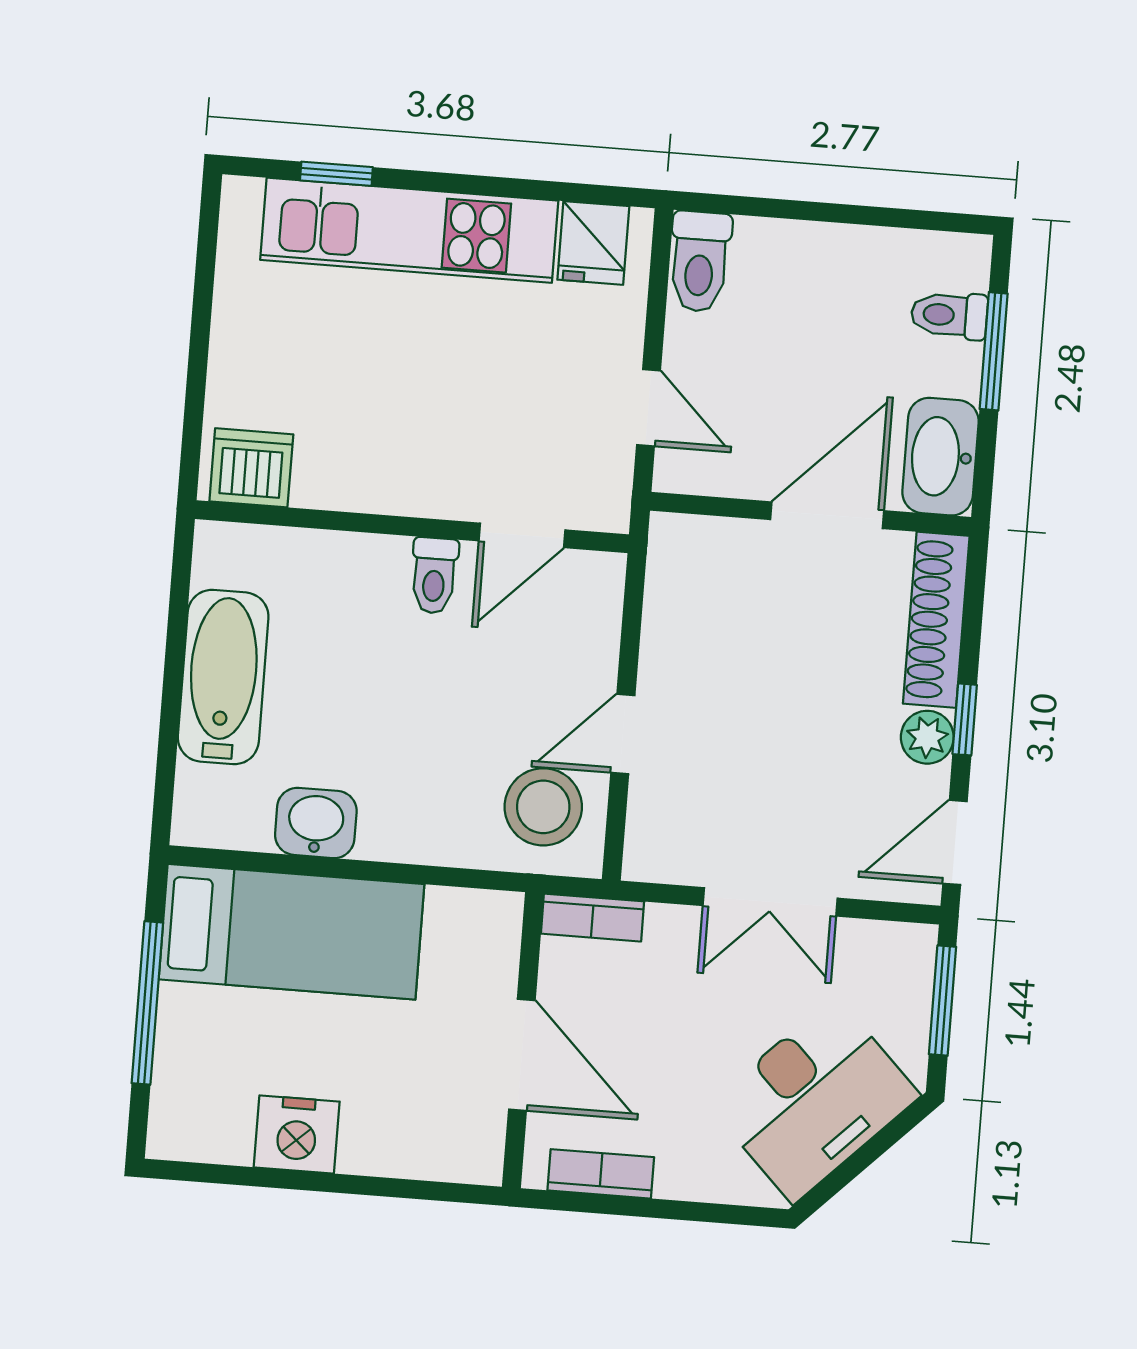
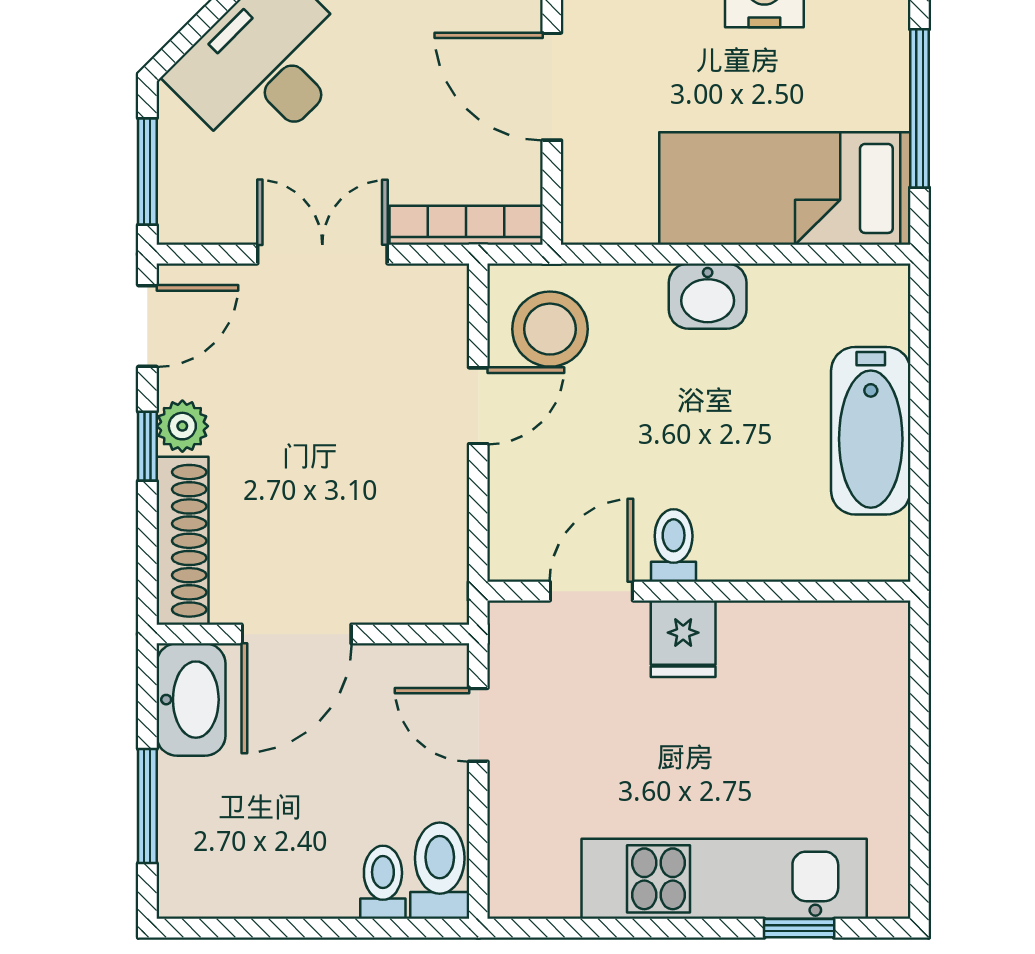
fridge: (593, 243) -> (683, 639), moved, turned 180
toilet: (949, 315) -> (383, 882), moved, turned -90
dishwasher: (251, 468) -> (859, 636), removed
washbasin: (316, 823) -> (708, 296), moved
bookcase: (593, 918) -> (466, 225), width x1.56

